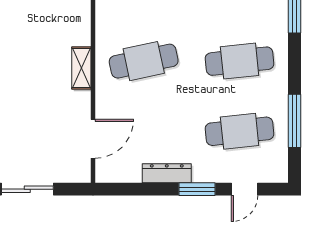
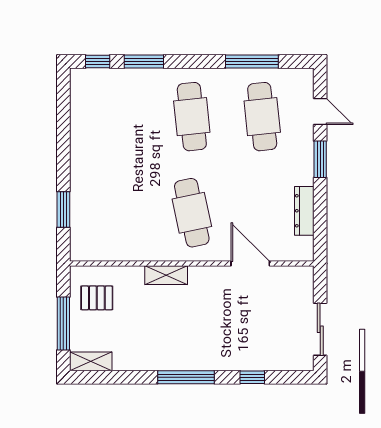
shelving: (81, 68) -> (166, 275), moved
door: (93, 139) -> (250, 264), moved
dresser: (167, 173) -> (304, 211), moved

